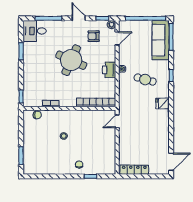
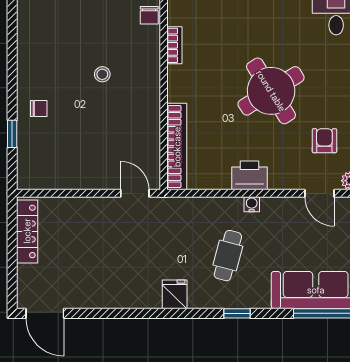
round table: (71, 60) -> (271, 91), turned 34

